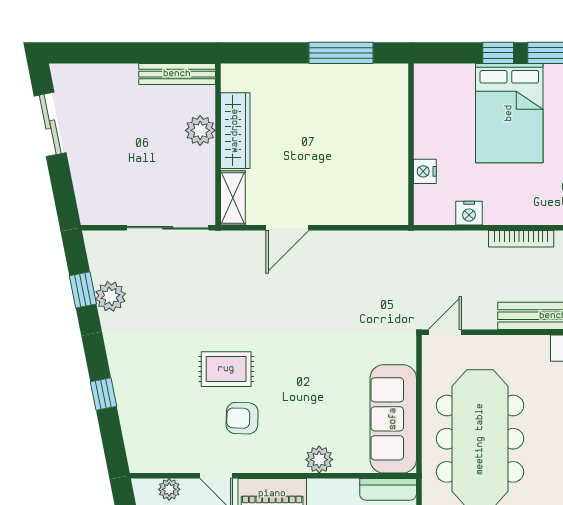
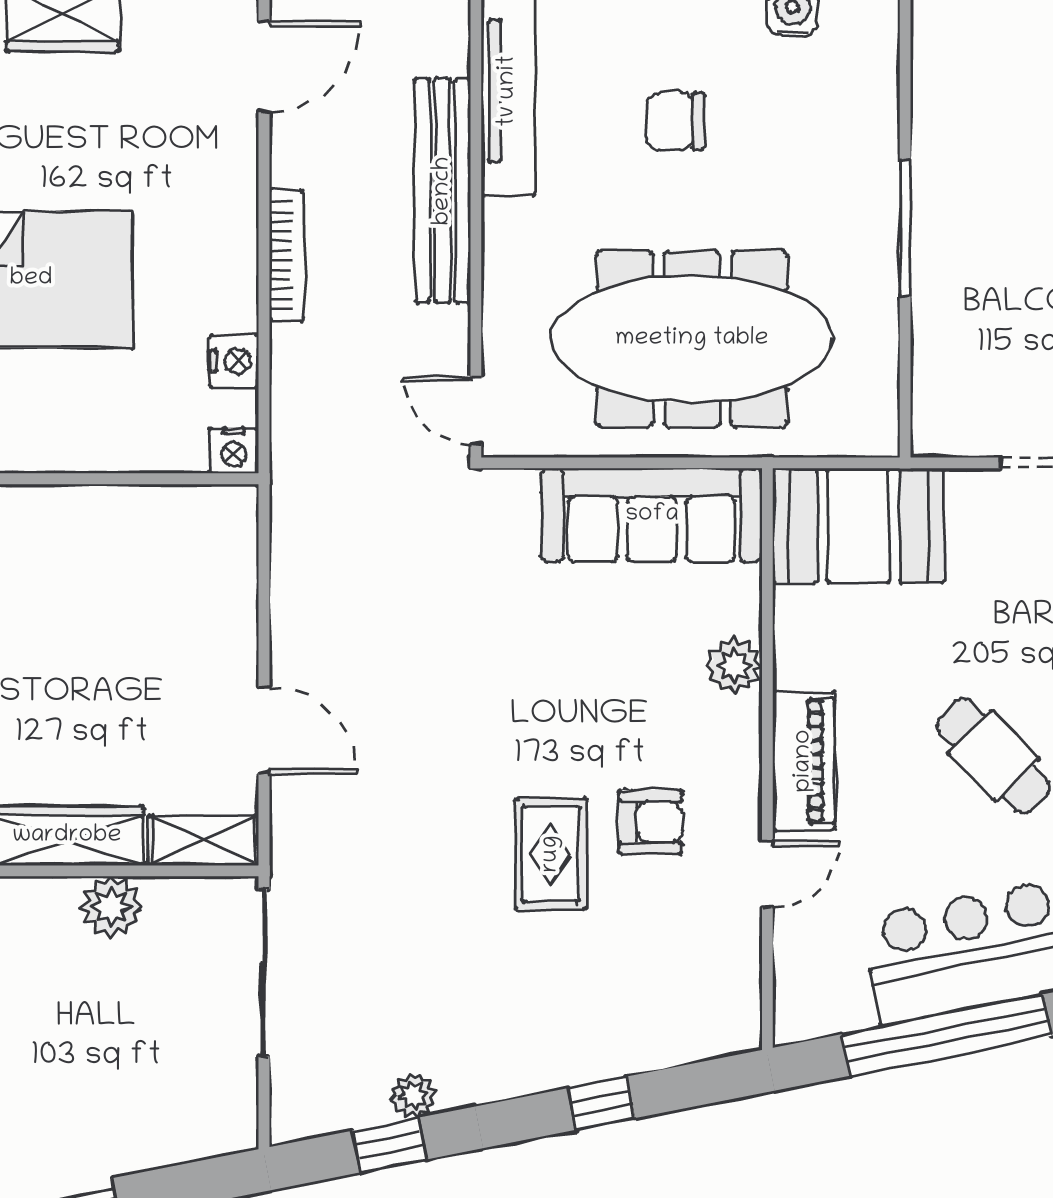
plant: (200, 130) -> (111, 907), moved
nightstand: (425, 171) -> (234, 451), moved
plant: (110, 296) -> (413, 1096), width x0.73, depth x0.73
armchair: (242, 418) -> (650, 822), turned -92
plant: (169, 489) -> (795, 970), removed

